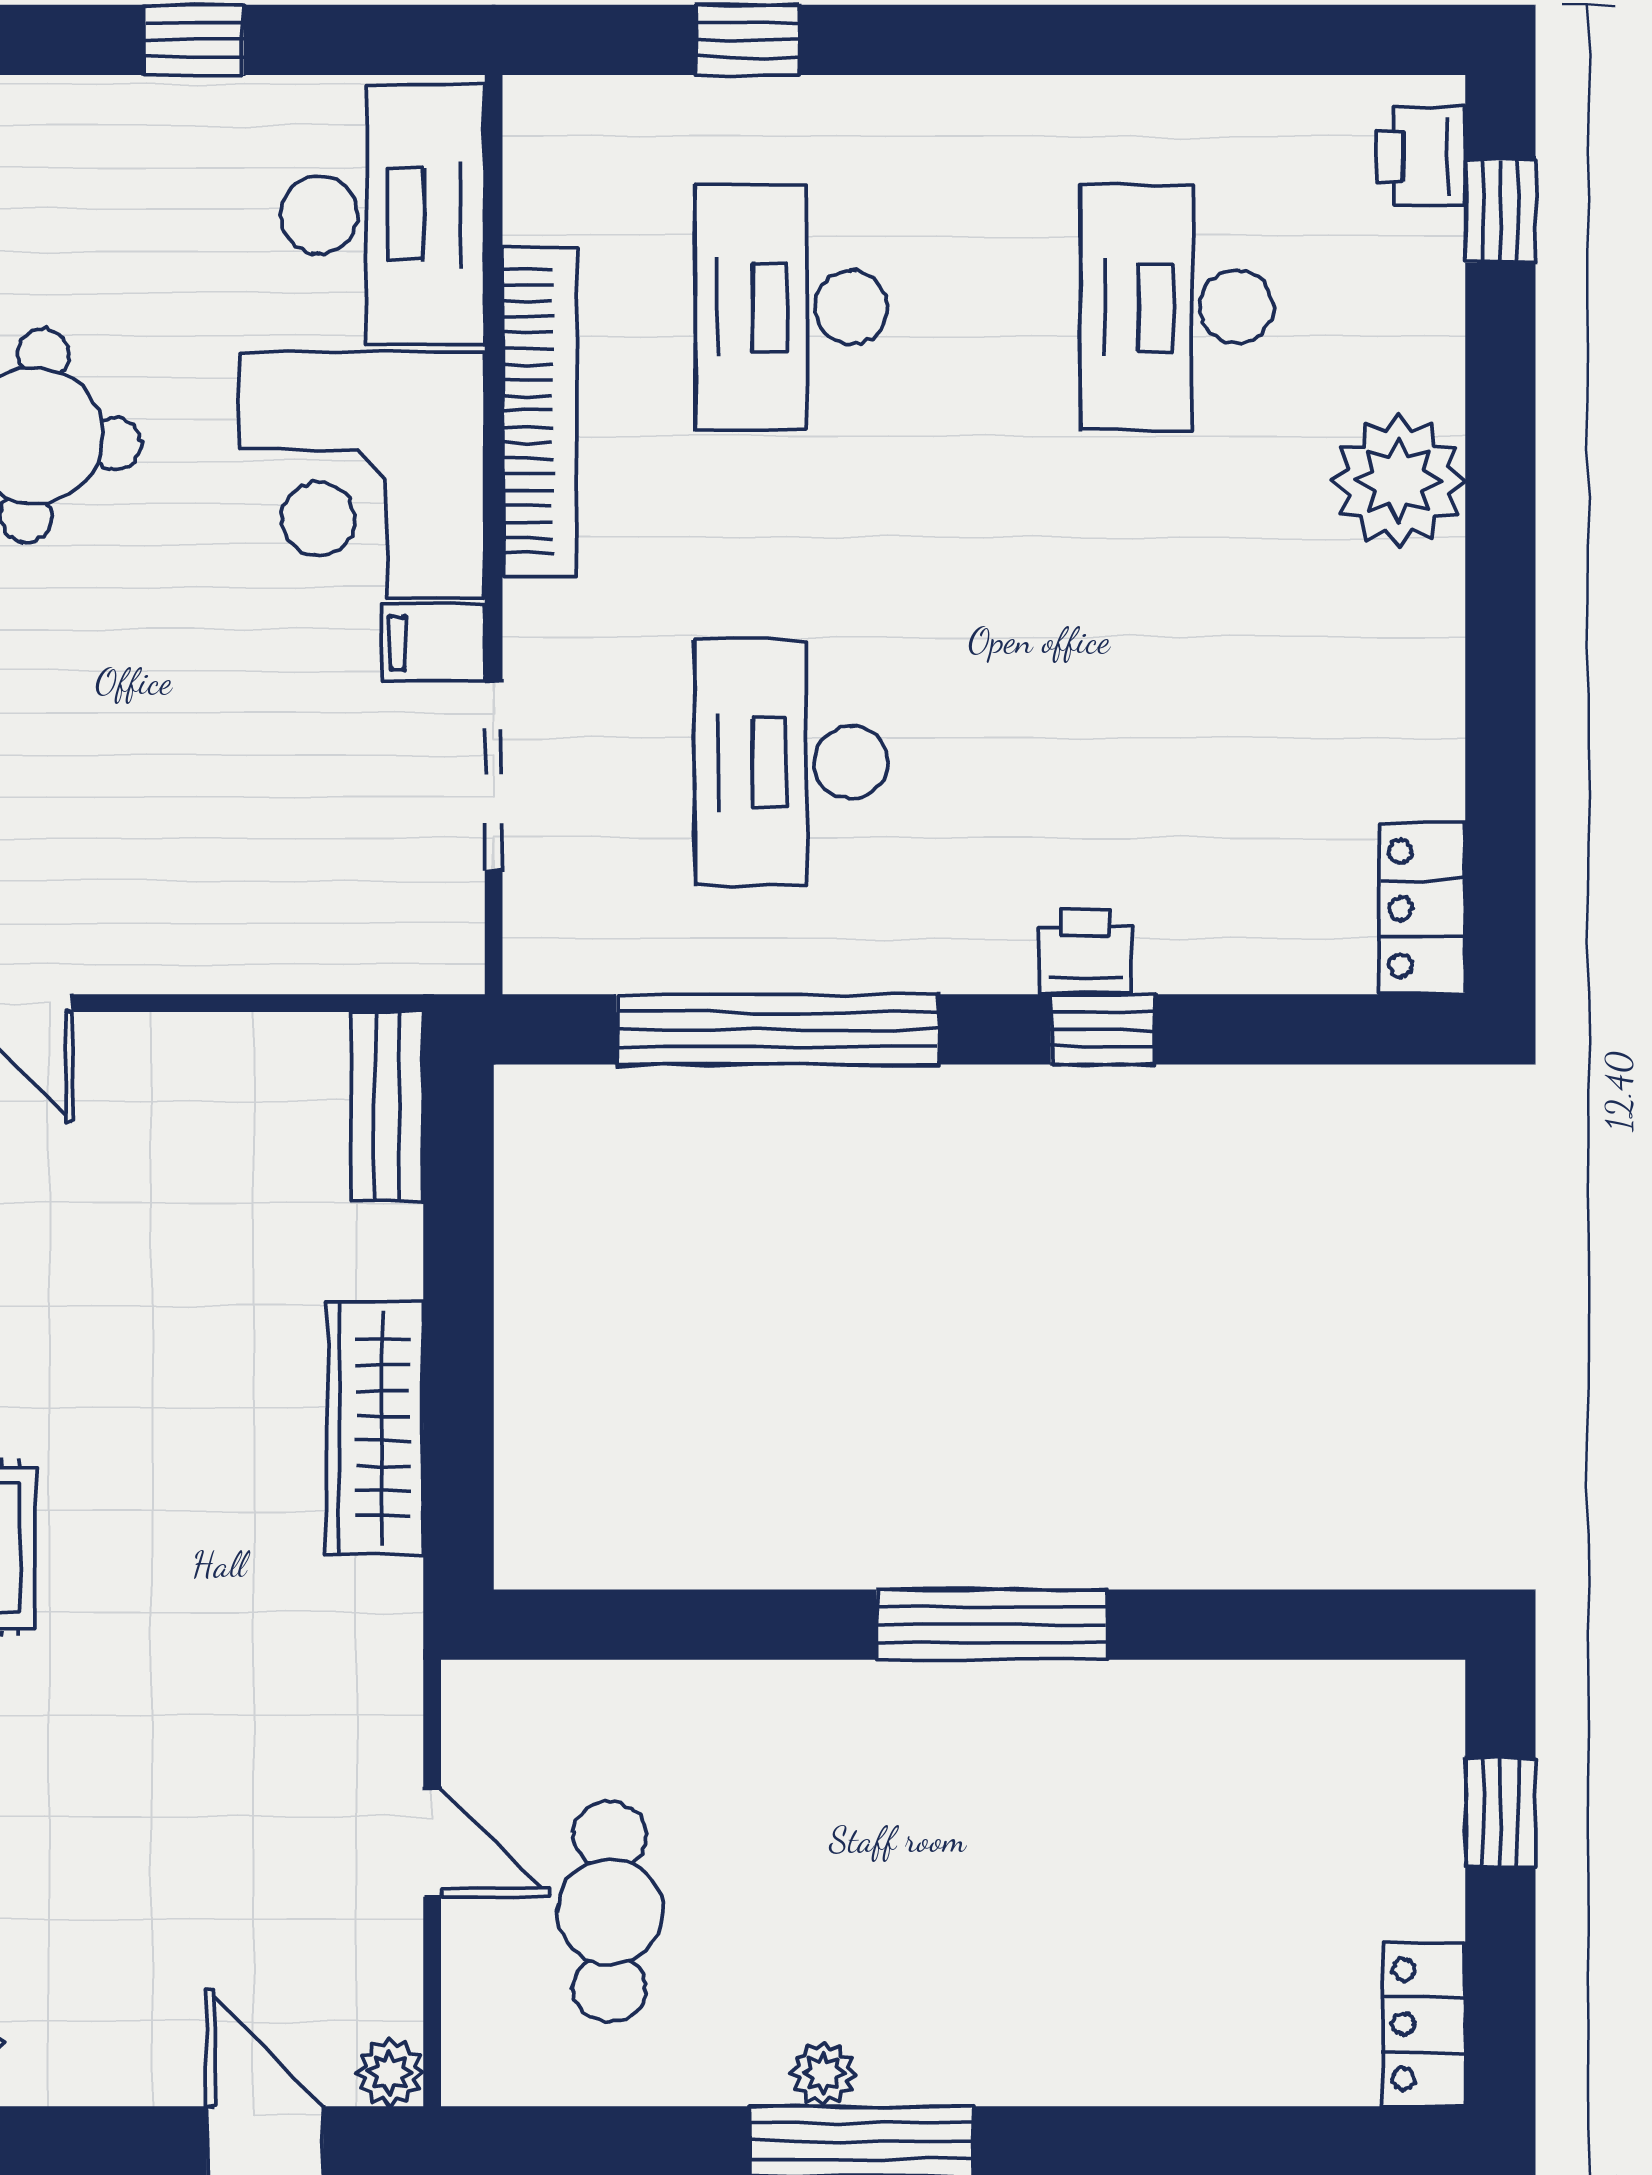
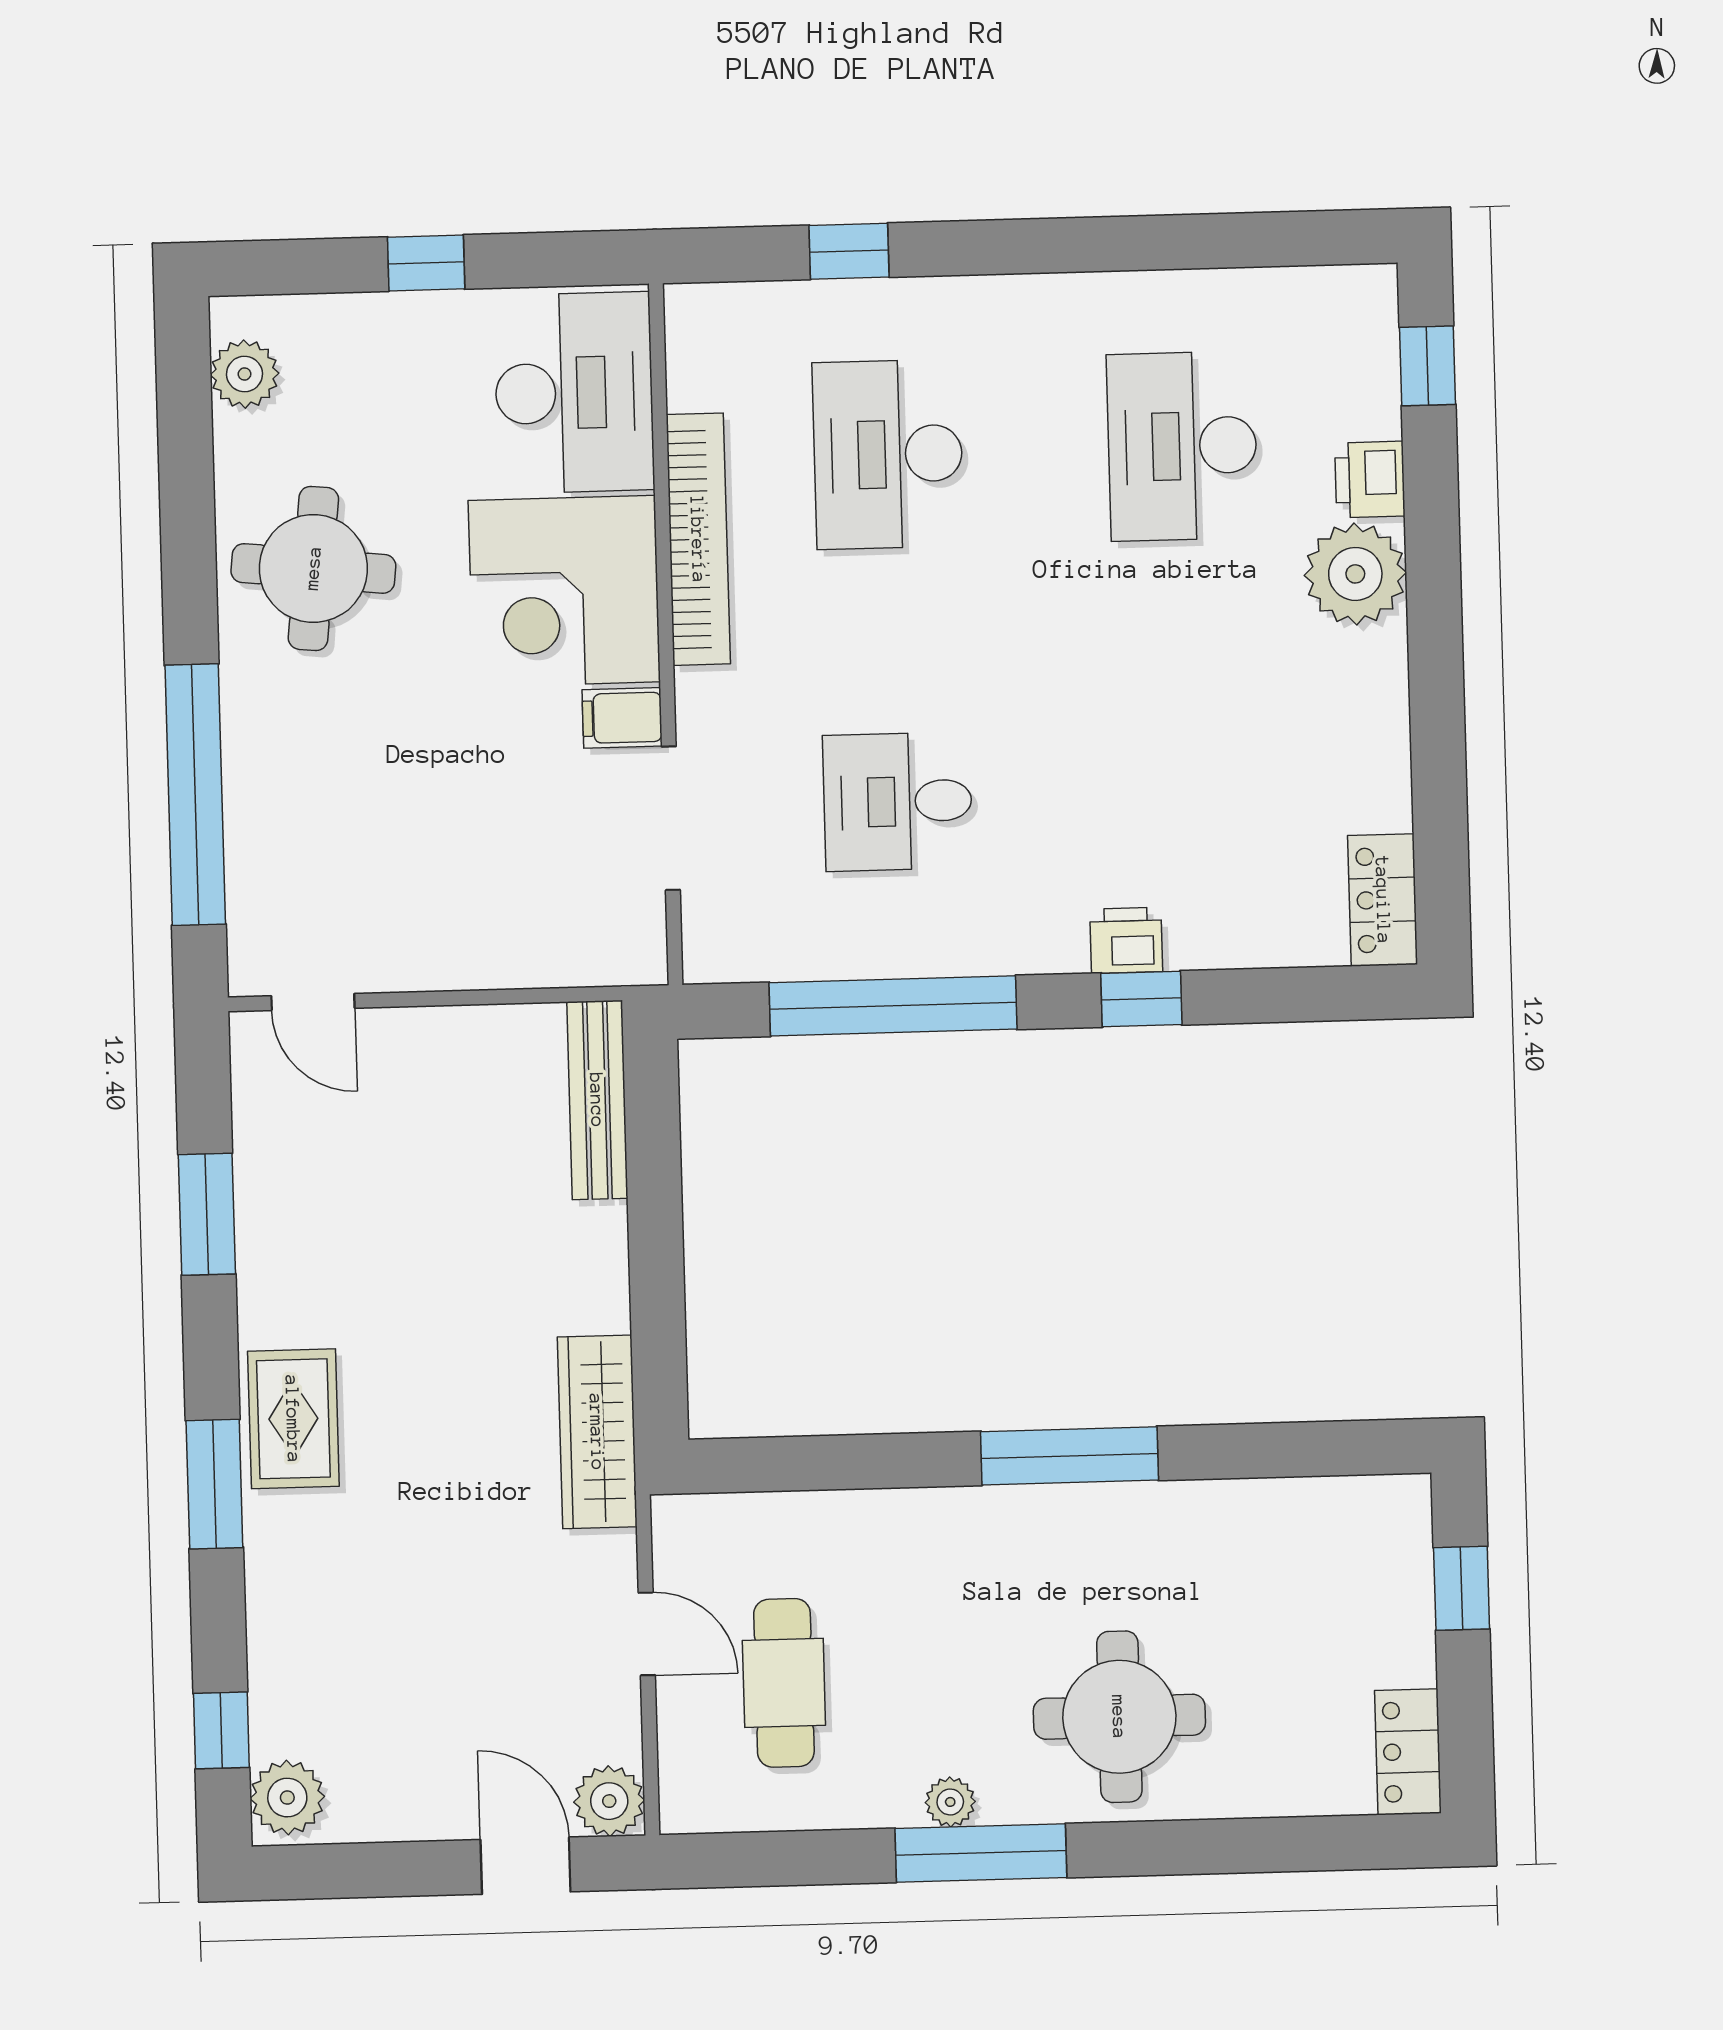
printer: (1421, 156) -> (1370, 479), moved
desk: (791, 762) -> (898, 802), width x0.73
bench: (387, 1107) -> (597, 1100), width x1.36
wardrobe: (375, 1428) -> (597, 1432), moved
round table: (1048, 1968) -> (1119, 1717), added
plant: (390, 2072) -> (609, 1801), width x1.38, depth x1.38

